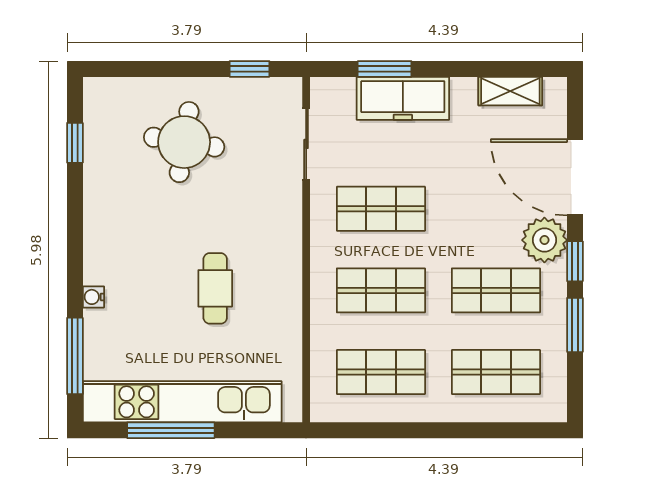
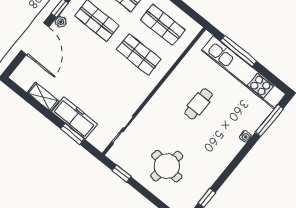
shelving: (510, 91) -> (43, 97), moved
shop shelf: (381, 209) -> (115, 84), removed
plant: (544, 240) -> (61, 22), width x0.53, depth x0.53
window: (171, 430) -> (239, 51), moved

